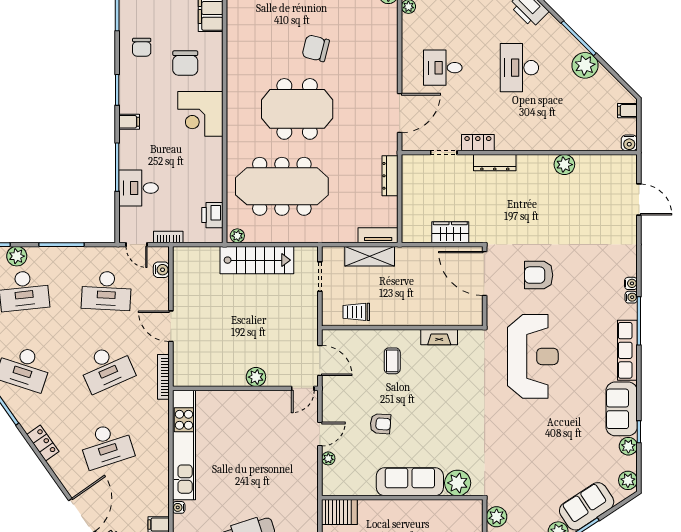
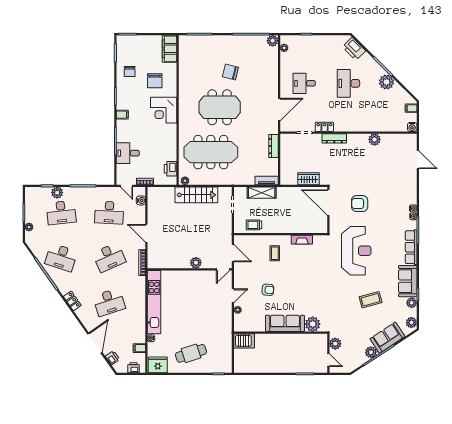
coffee table: (557, 441) -> (371, 300), added

